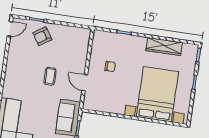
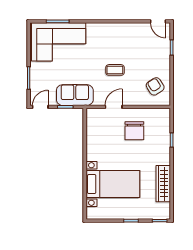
armchair: (42, 36) -> (155, 86), moved
chair: (110, 66) -> (134, 131), width x1.87, depth x1.87
bed with nightstands: (157, 94) -> (113, 184), width x0.73

